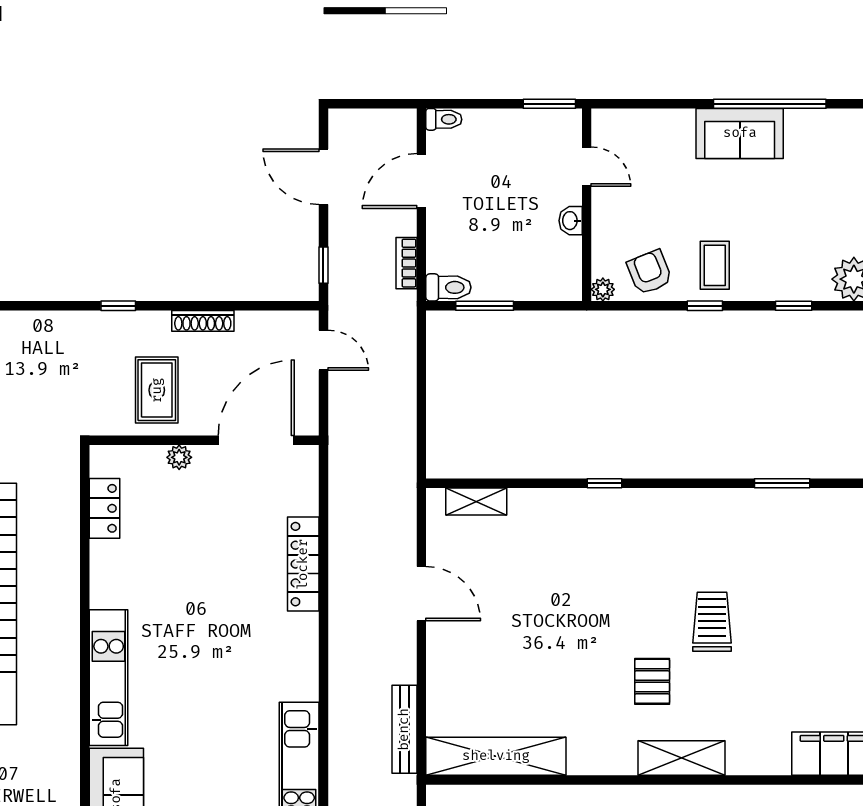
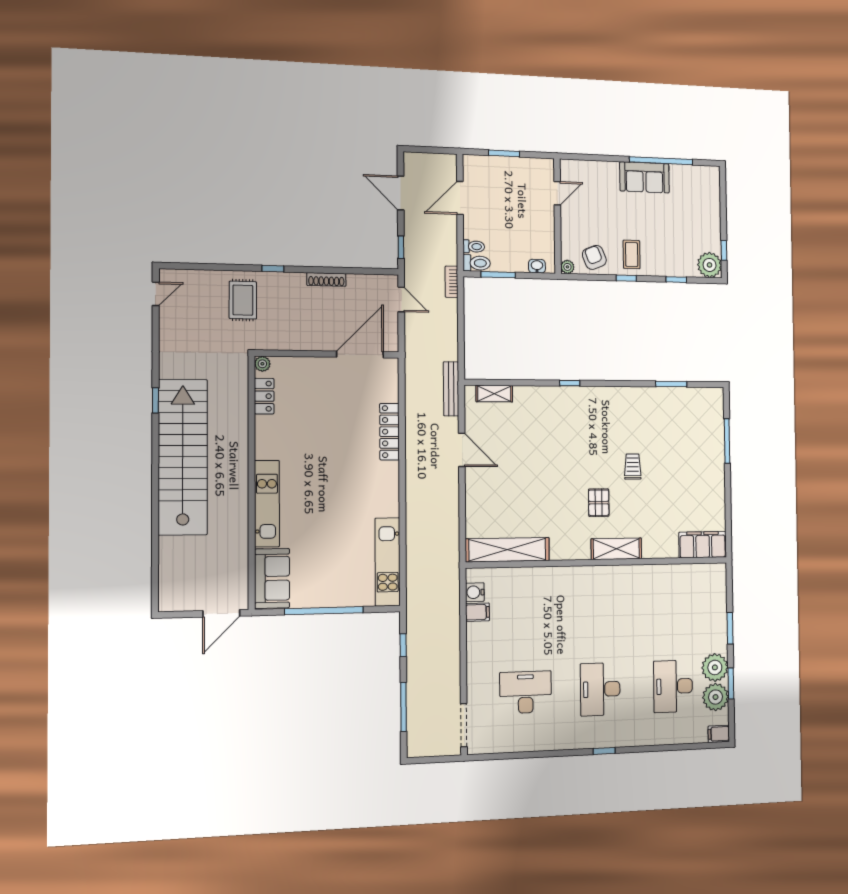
window: (549, 104) -> (504, 153), moved
toilet: (444, 119) -> (474, 247), moved
door: (587, 167) -> (557, 193), hinge flipped
washbasin: (571, 221) -> (537, 266), moved, turned 90
bookcase: (406, 263) -> (452, 282), moved
rug: (157, 390) -> (243, 300), moved
plant: (179, 457) -> (262, 364), moved
trolley: (712, 622) -> (633, 467), width x0.73, depth x0.72
bench: (404, 729) -> (451, 389), moved

